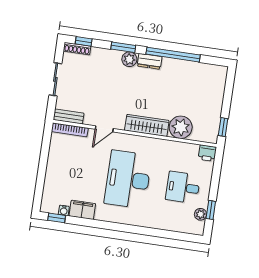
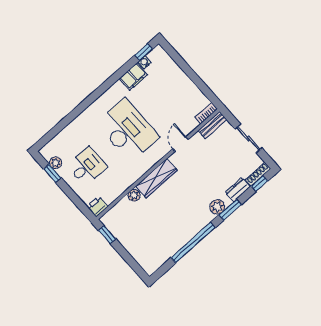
dresser: (149, 61) -> (238, 190), moved
plant: (181, 127) -> (134, 195), width x0.53, depth x0.53
bookcase: (70, 130) -> (206, 113), width x0.64

